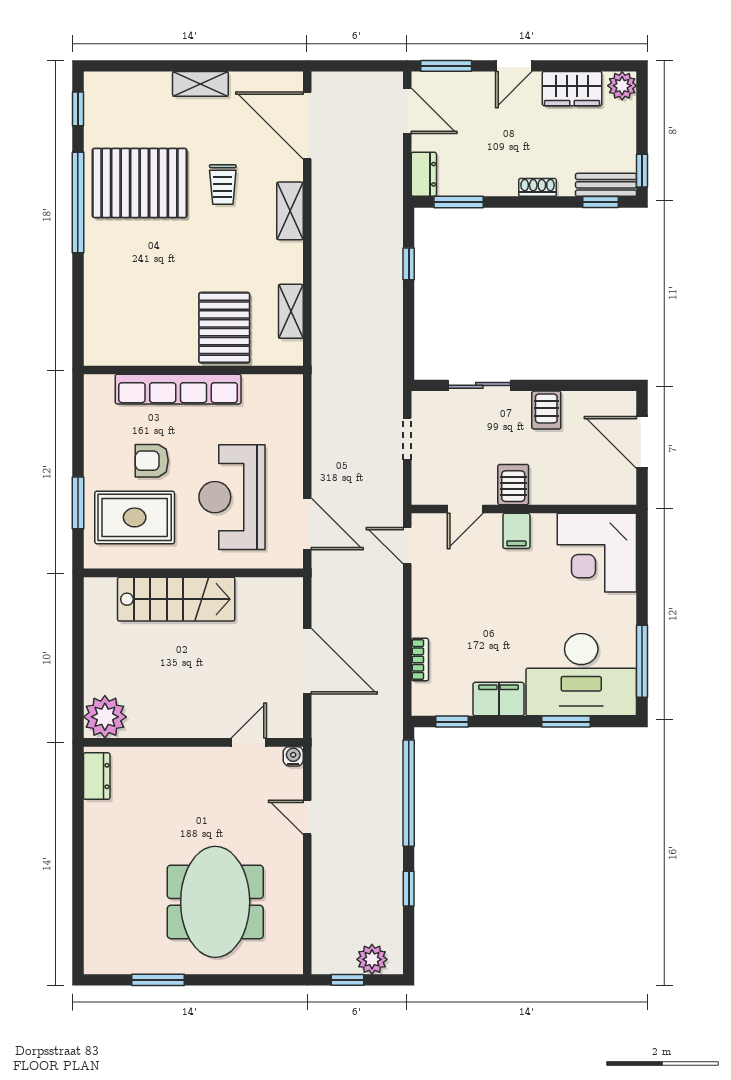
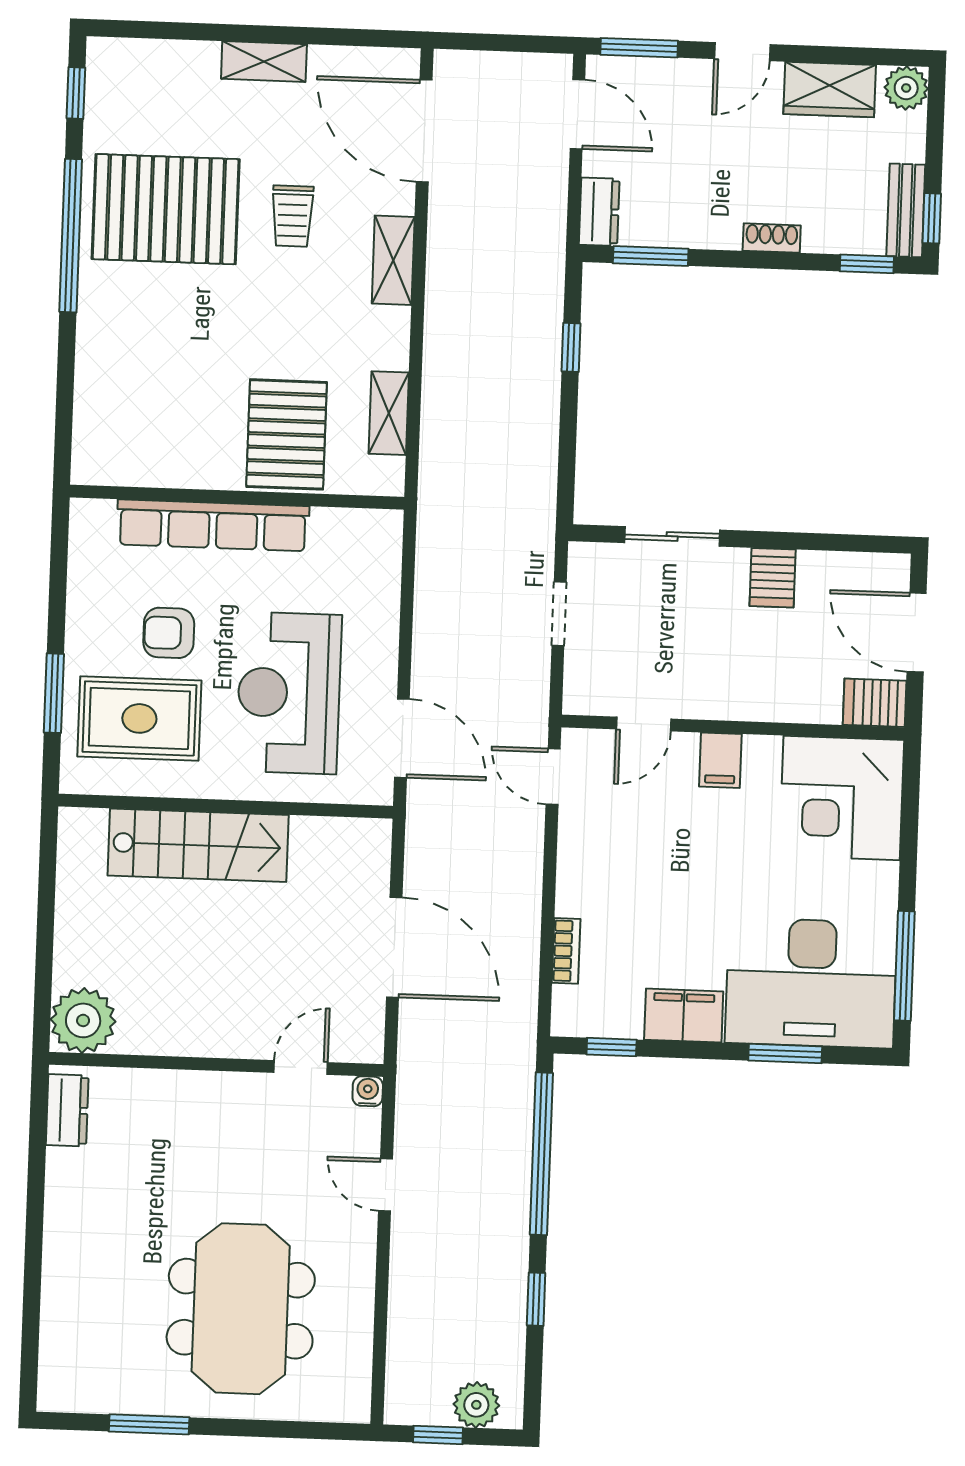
bench: (606, 185) -> (906, 210), moved, turned 90
server rack: (513, 485) -> (875, 703), moved, turned -90

